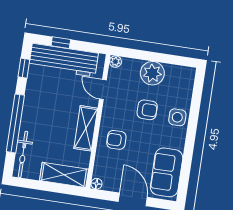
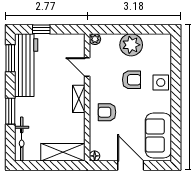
workbench: (64, 60) -> (26, 65), moved, turned -90
window: (24, 68) -> (10, 58), width x1.50
window: (15, 123) -> (10, 111), width x0.47
shelving: (86, 128) -> (79, 99), width x0.67, depth x0.75

